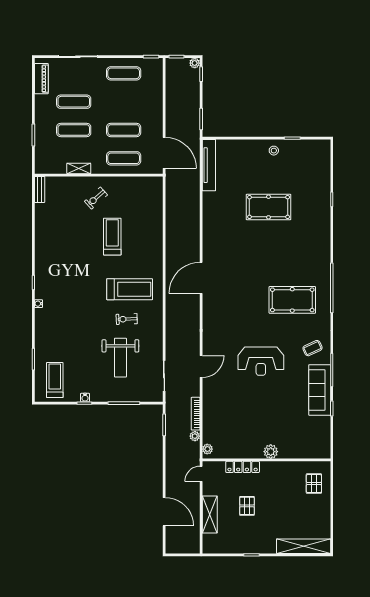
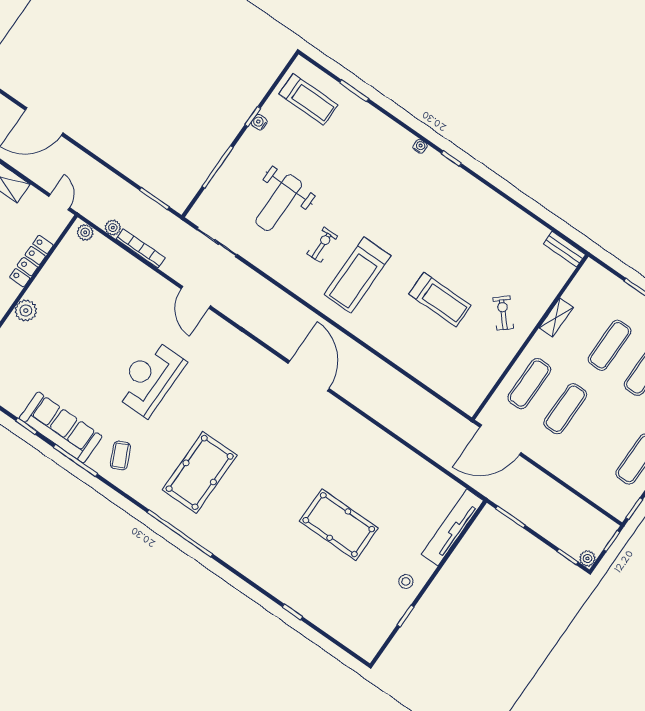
tv unit: (209, 165) -> (452, 528), moved, turned 90
pool table: (269, 207) -> (339, 525), turned 90
weight bench: (120, 358) -> (279, 203), turned -90

